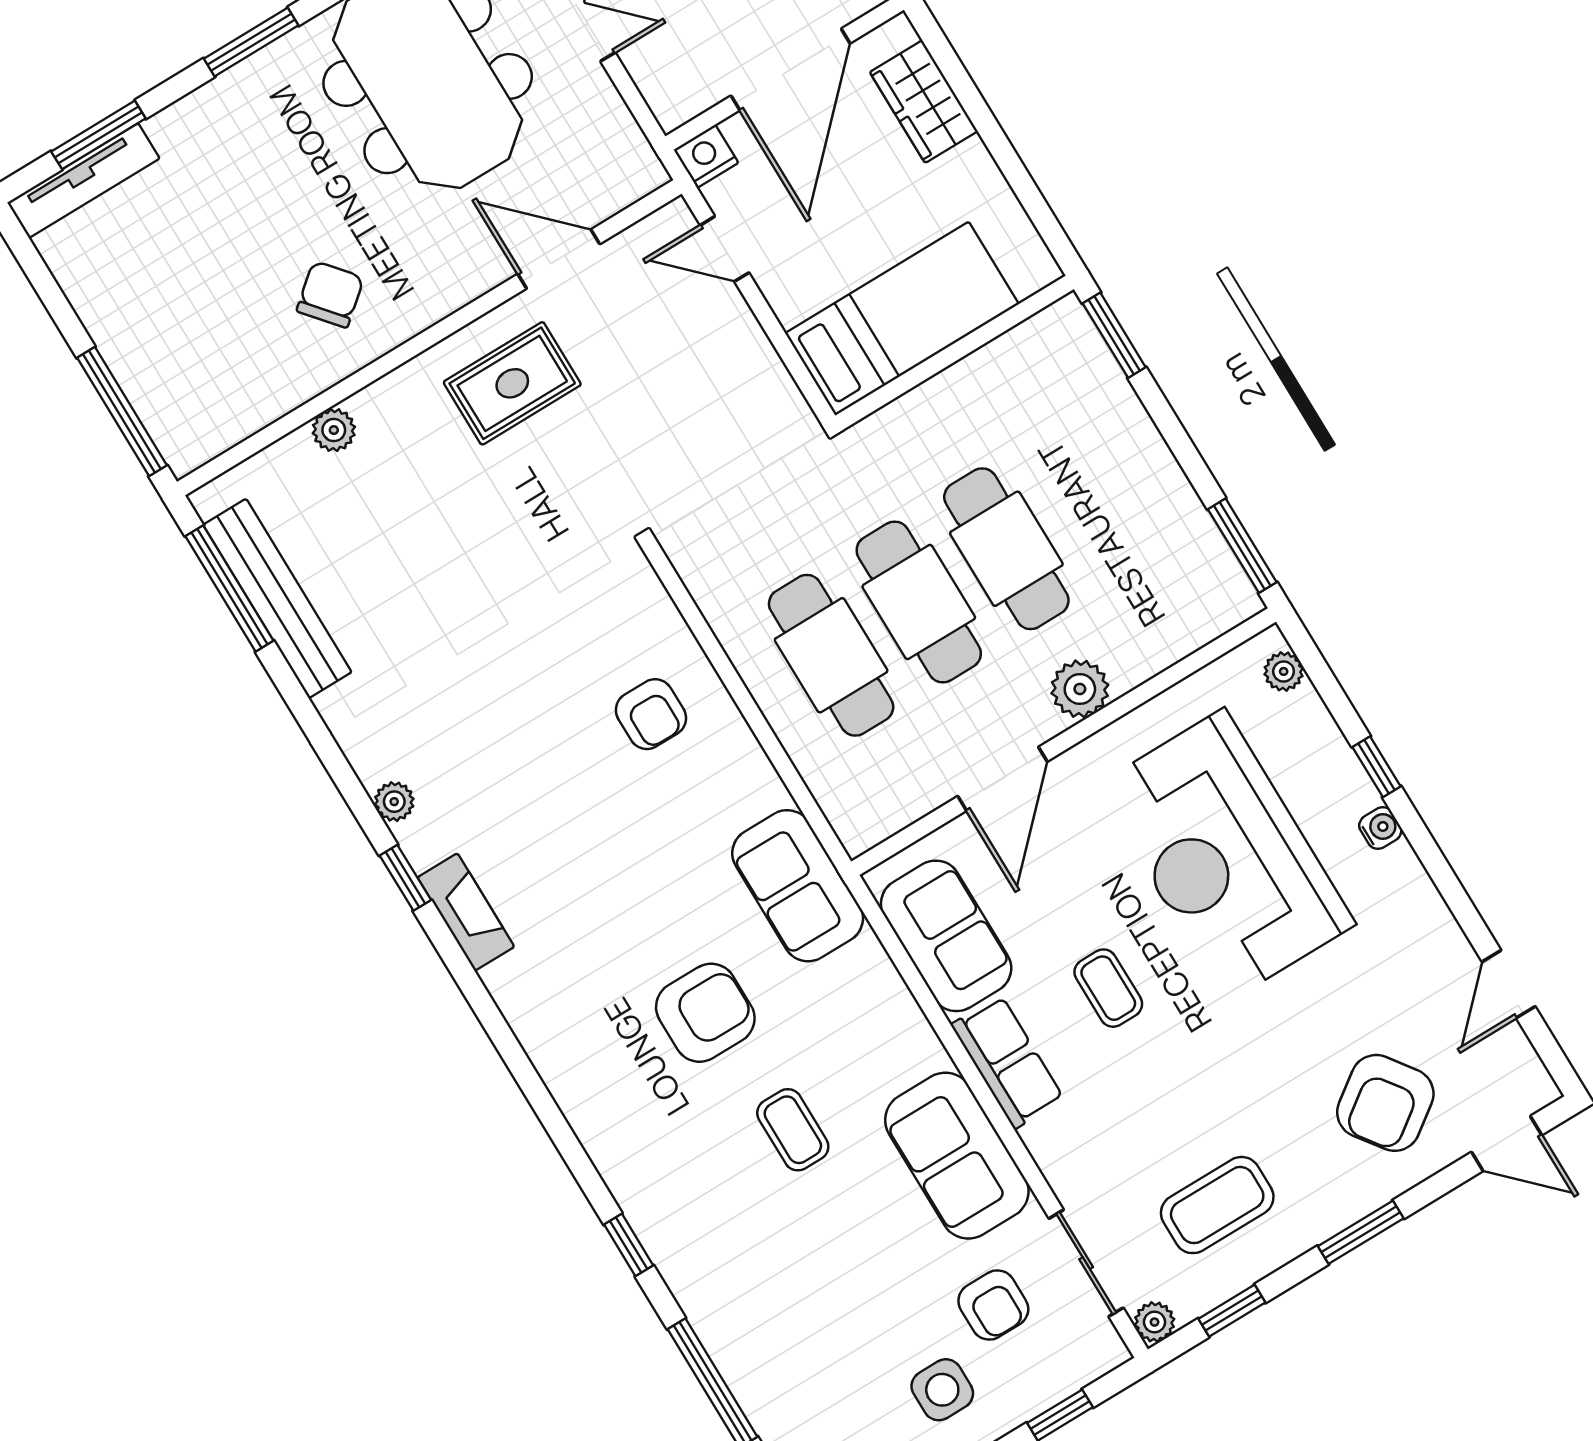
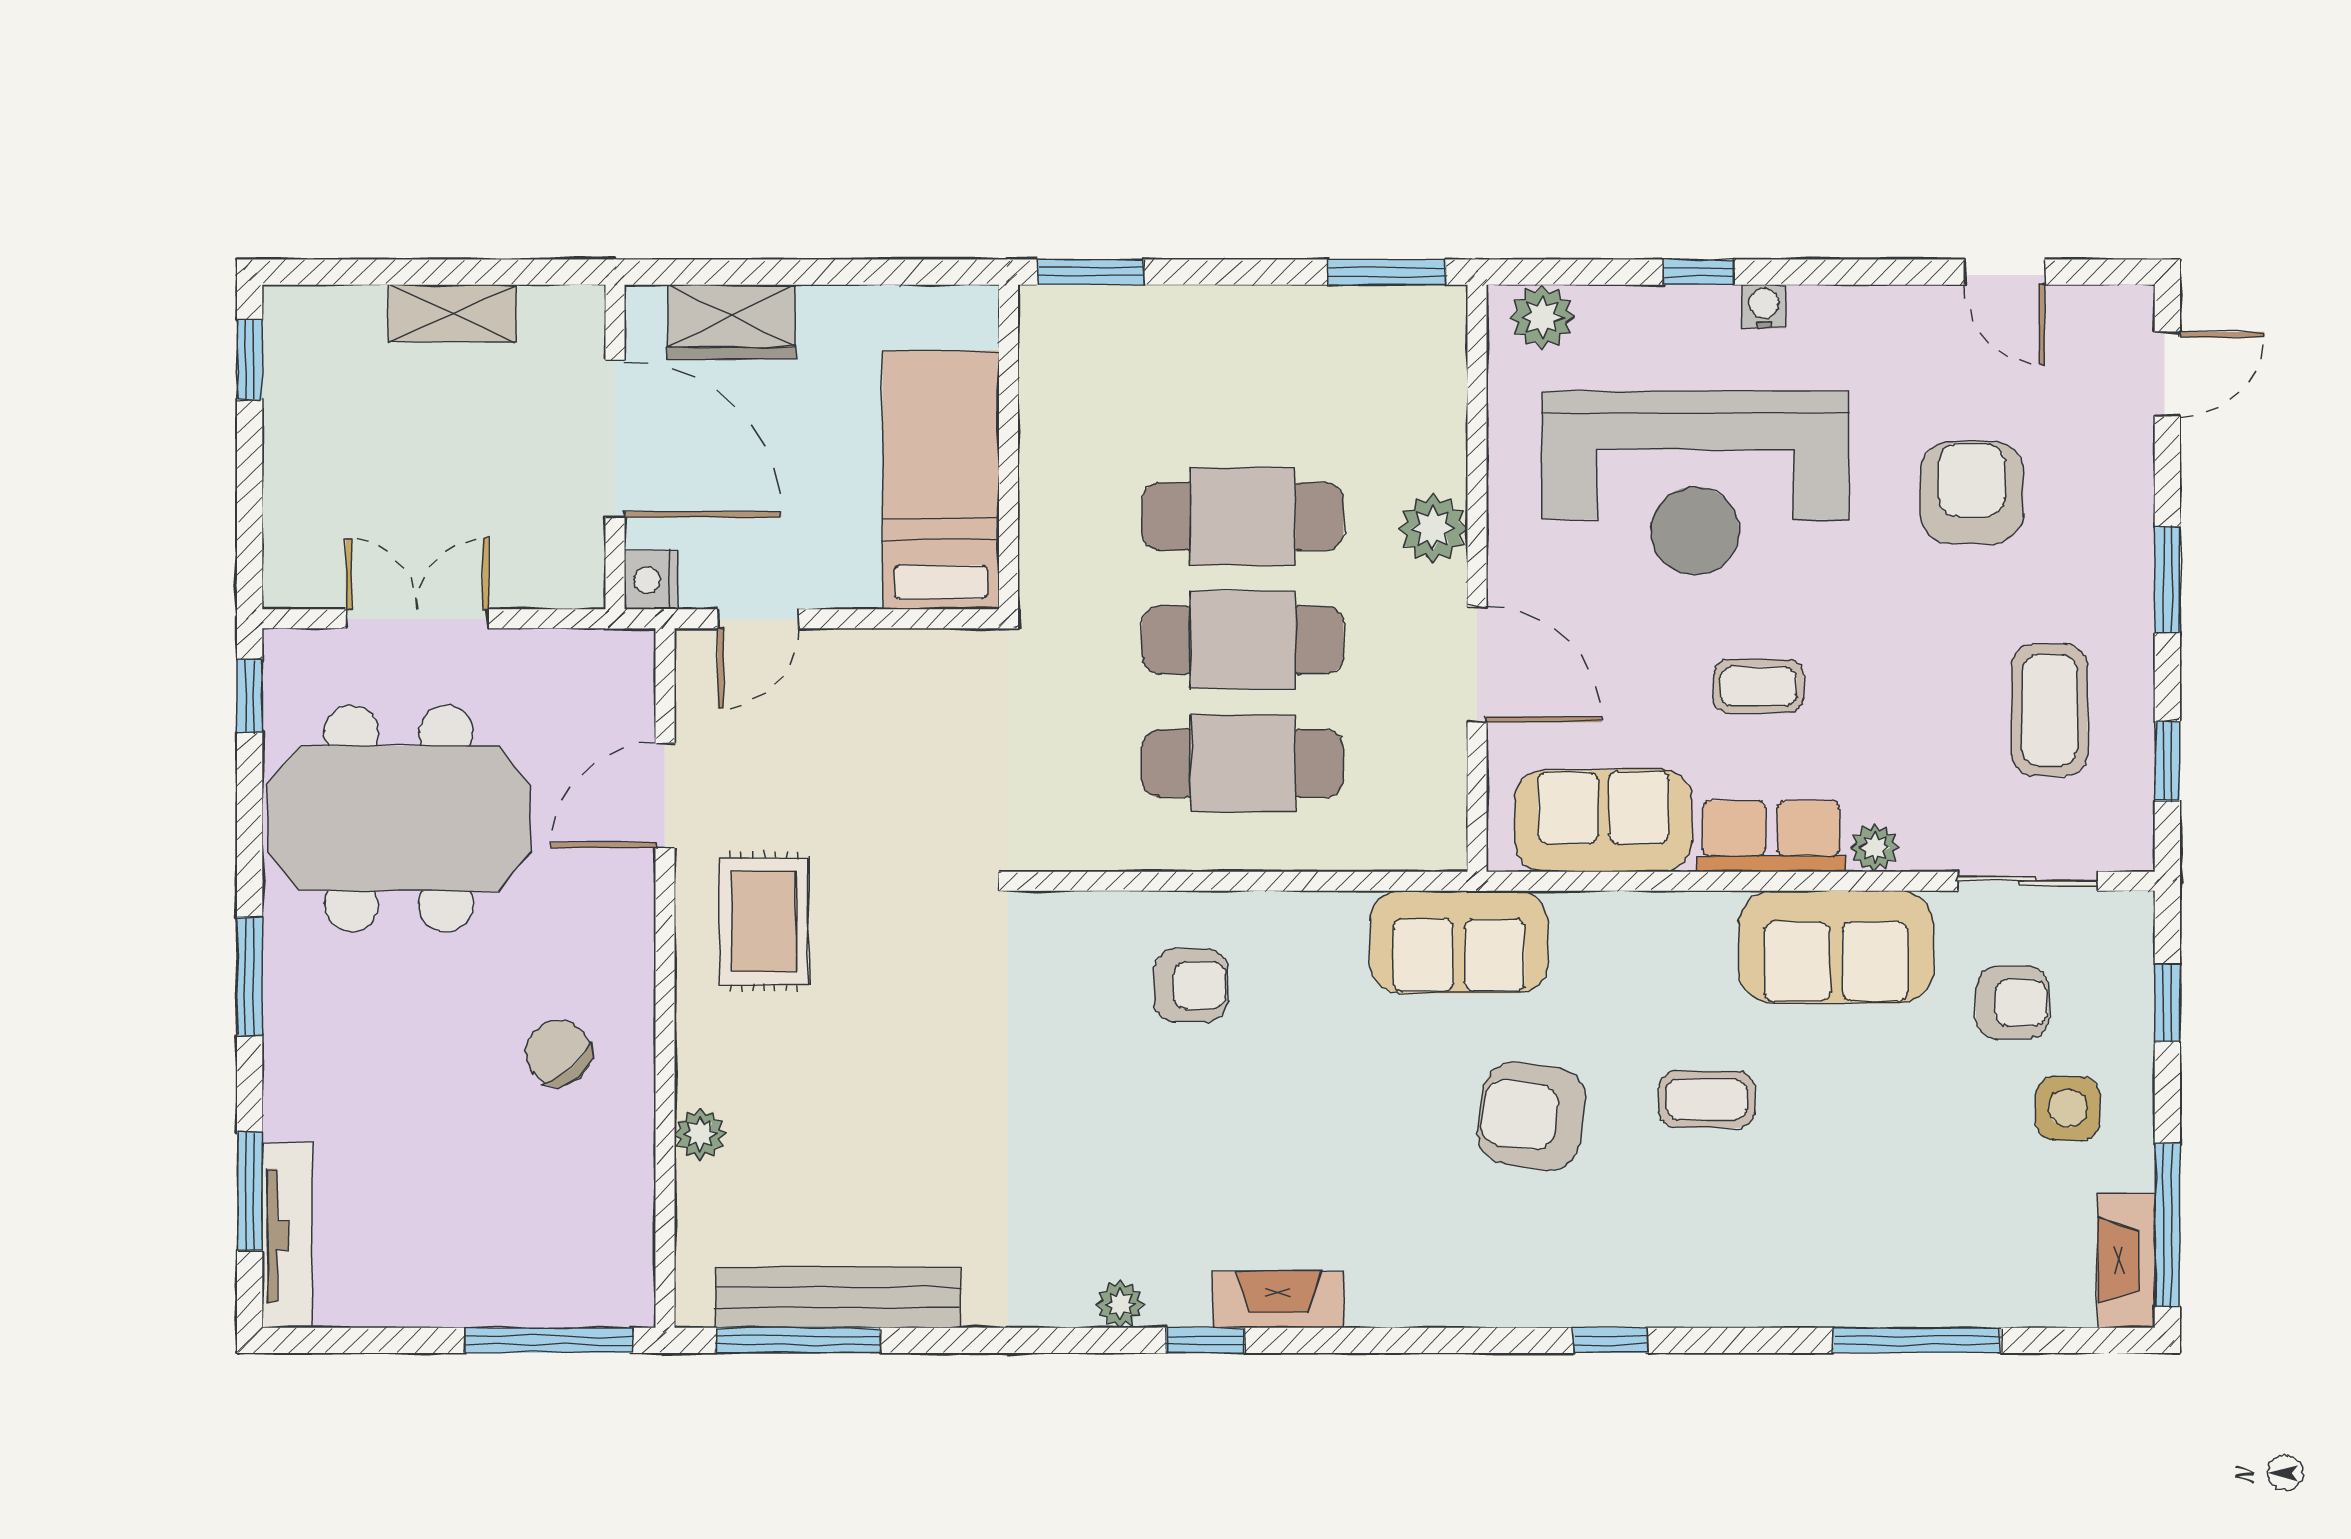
plant: (1284, 671) -> (1542, 317), width x1.38, depth x1.38
armchair: (705, 1013) -> (1532, 1116), turned -82
armchair: (1385, 1103) -> (1972, 493), moved, turned -144
window: (629, 1245) -> (1610, 1340), moved
plant: (1155, 1322) -> (1875, 848), moved

